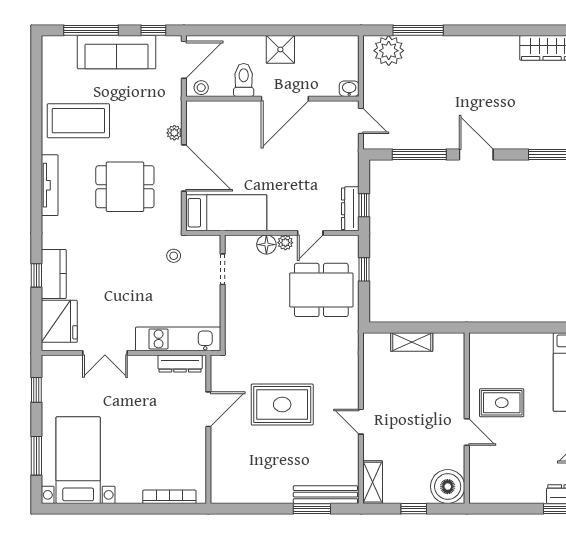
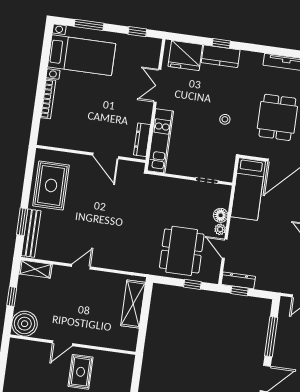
stool: (174, 256) -> (225, 119), moved
shelving: (412, 342) -> (133, 304), width x1.50, depth x1.33
rug: (282, 404) -> (51, 185), moved
bookcase: (169, 497) -> (48, 99), moved

